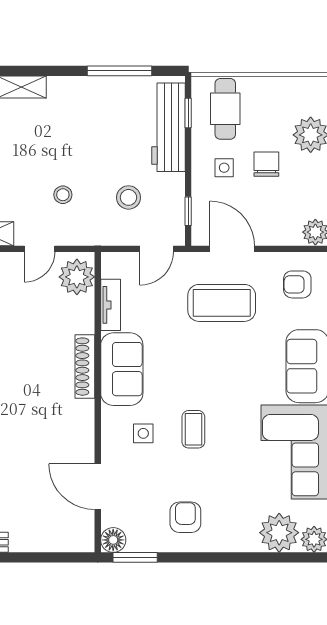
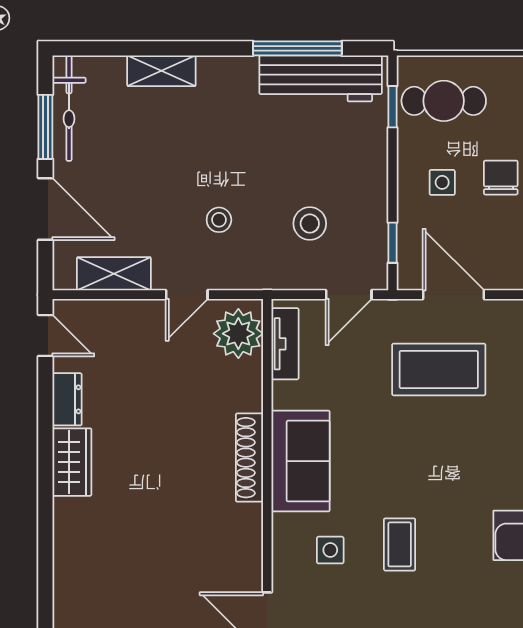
cafe table: (225, 109) -> (444, 101), turned 90
workbench: (169, 127) -> (321, 78), moved, turned -90
tv unit: (111, 305) -> (285, 344), moved

